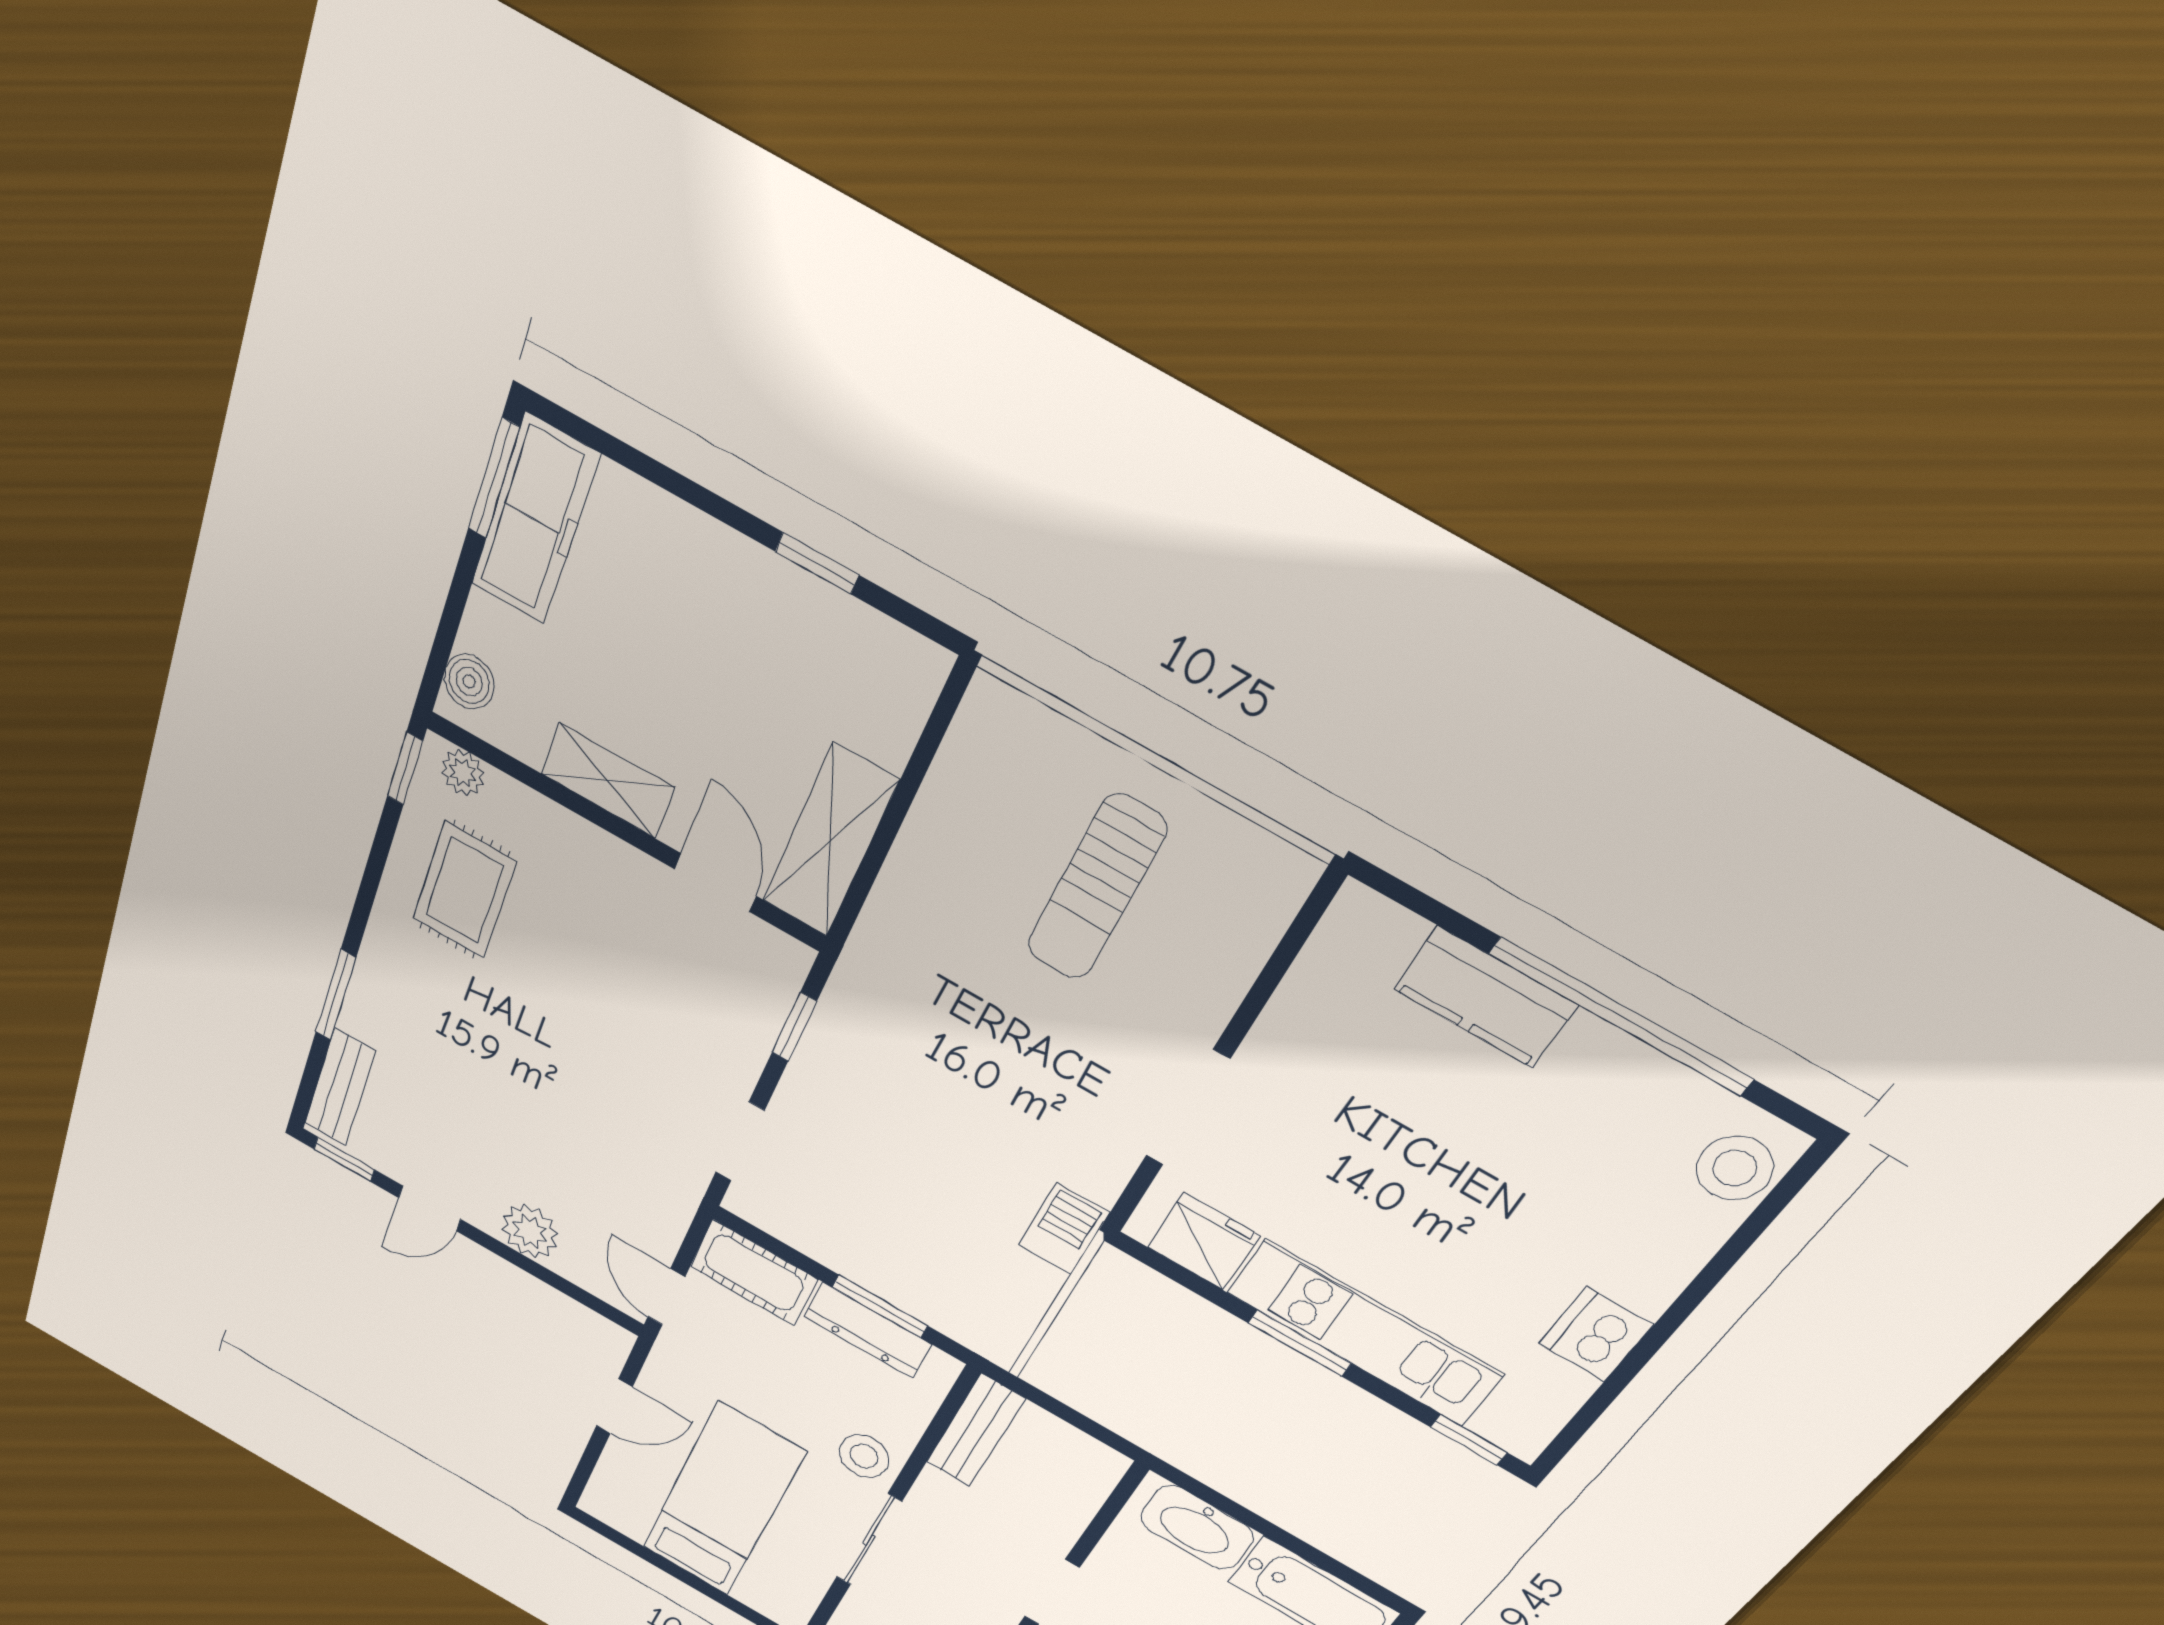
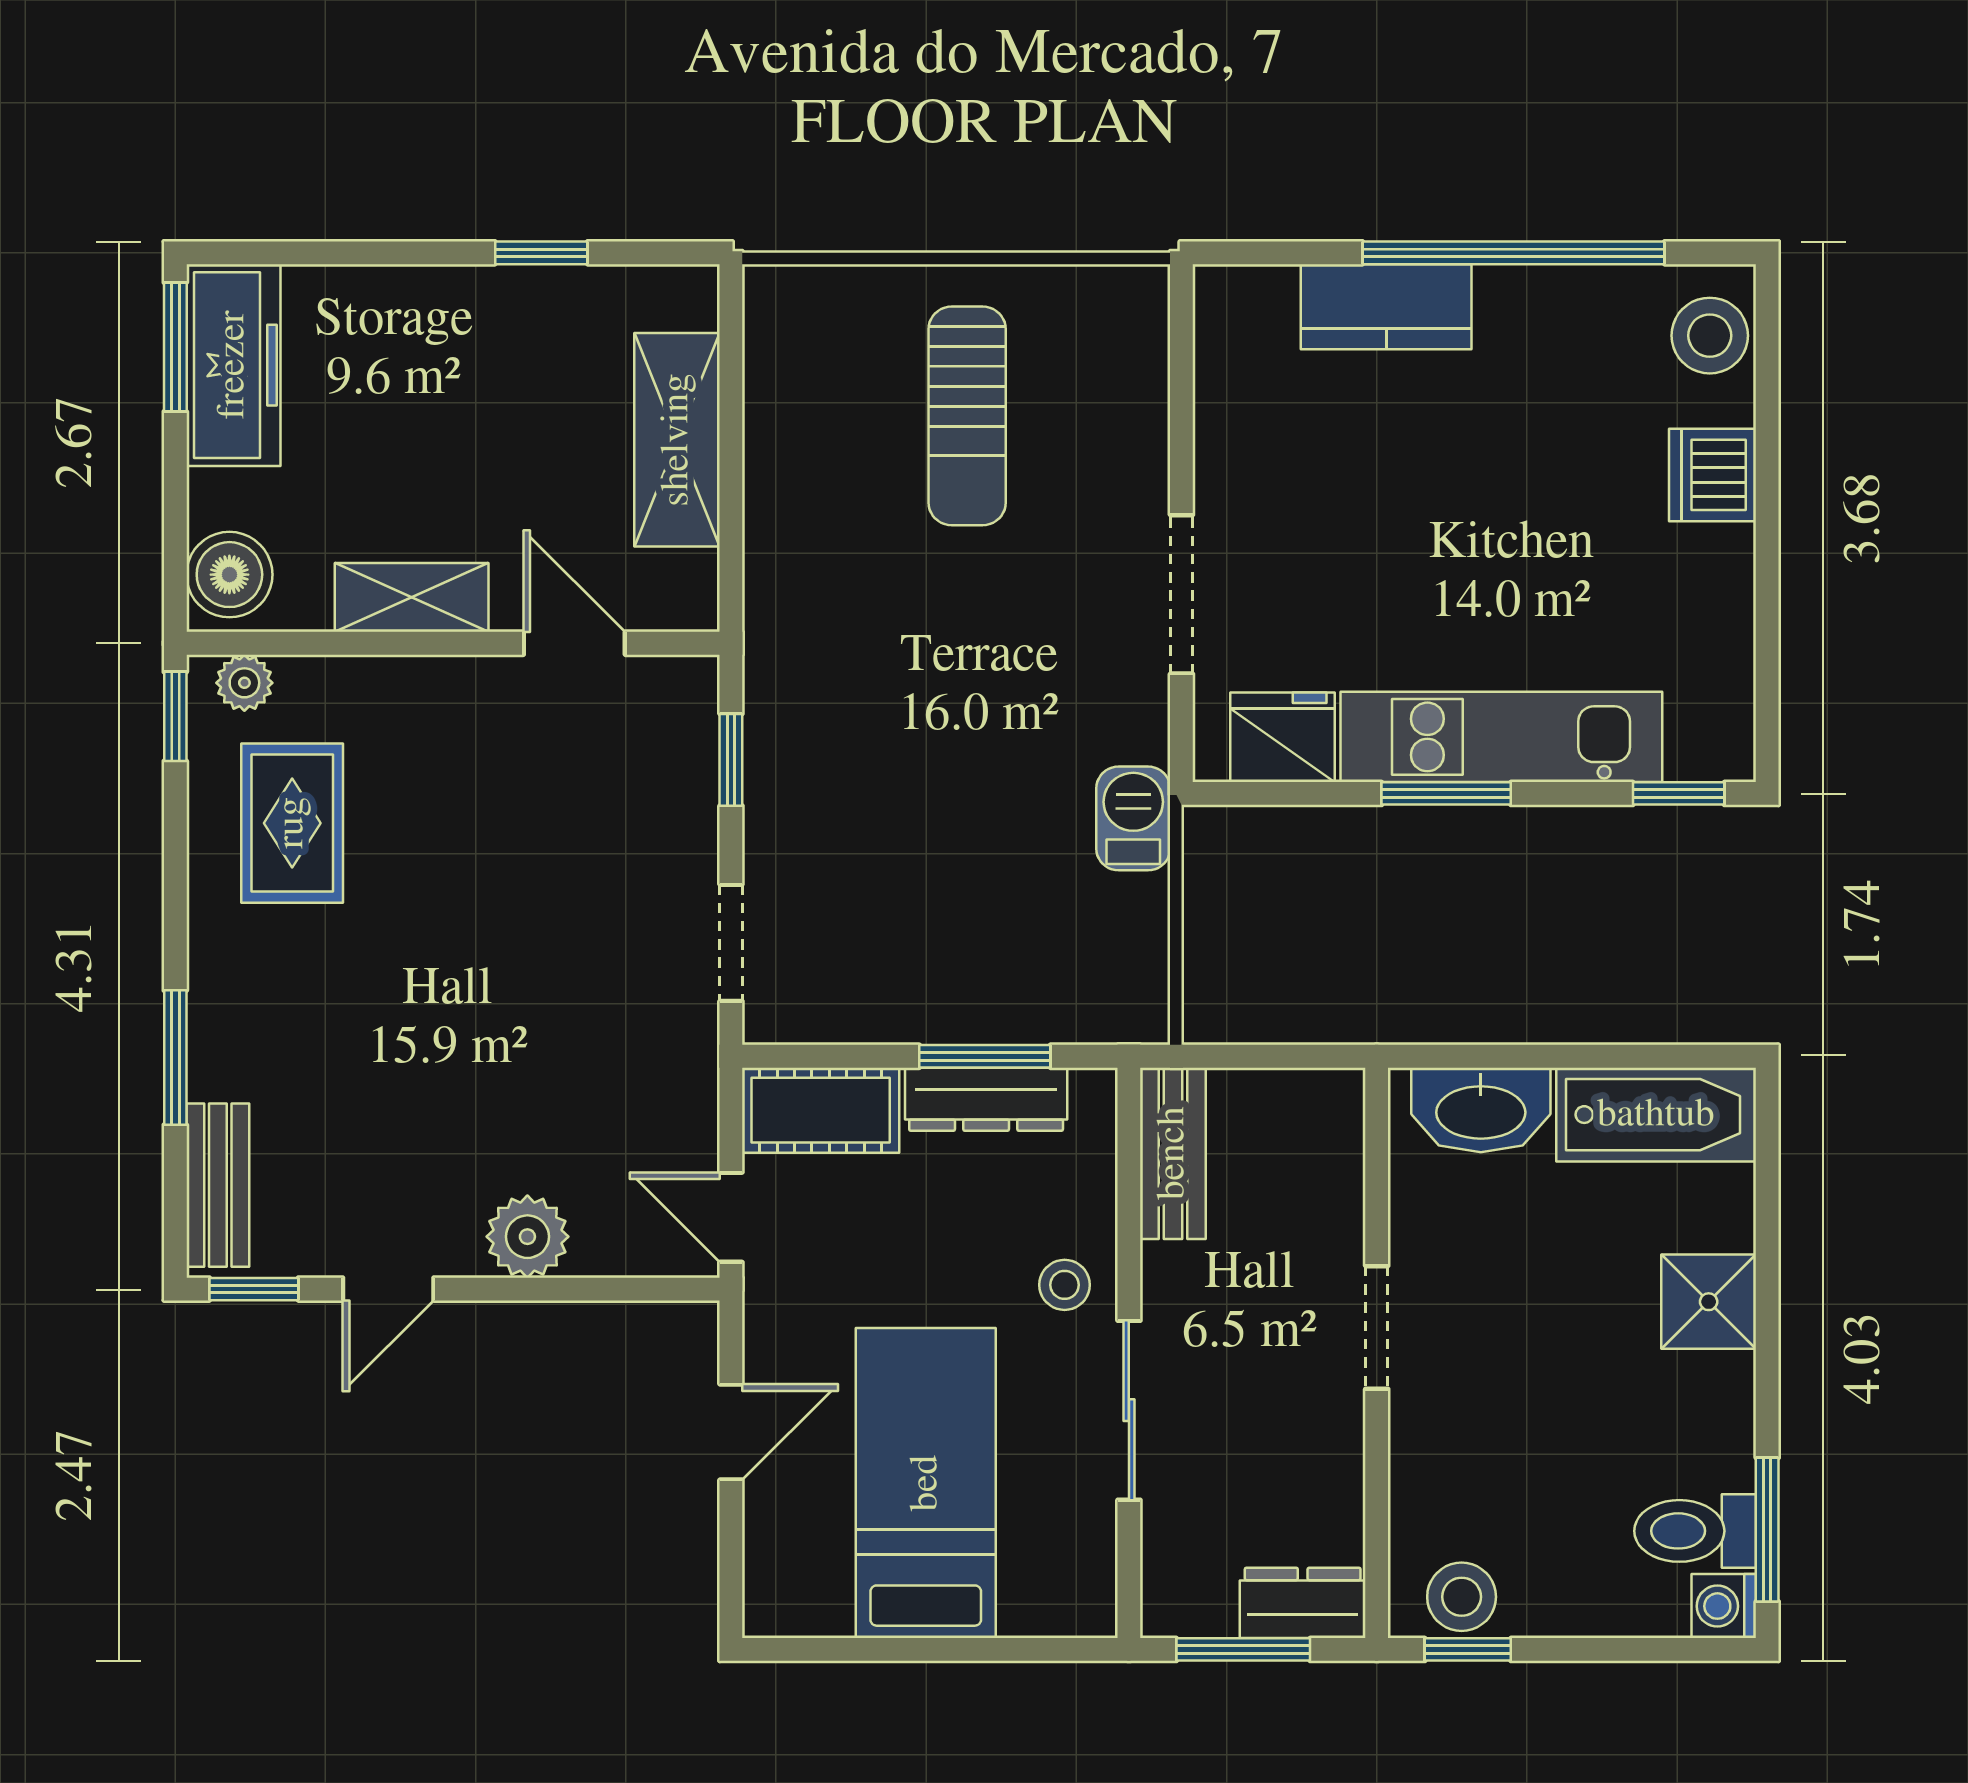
boiler: (469, 681) -> (229, 575), width x1.36, depth x1.36
shelving: (830, 841) -> (677, 440), moved
dishwasher: (1596, 1335) -> (1713, 475), moved
stool: (864, 1456) -> (1065, 1285), width x0.73, depth x0.73

